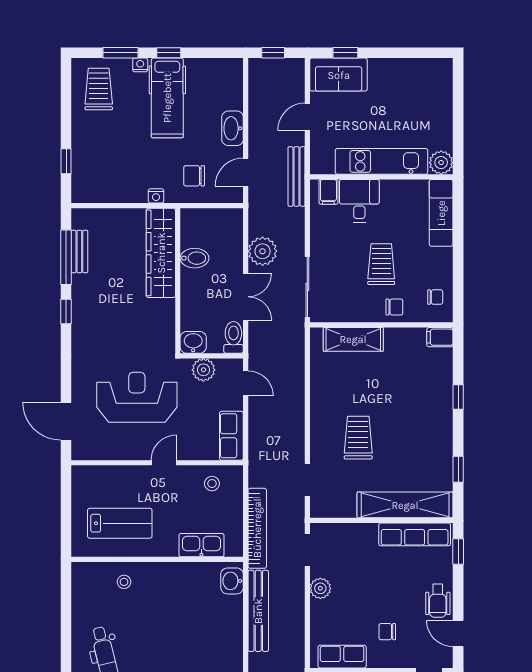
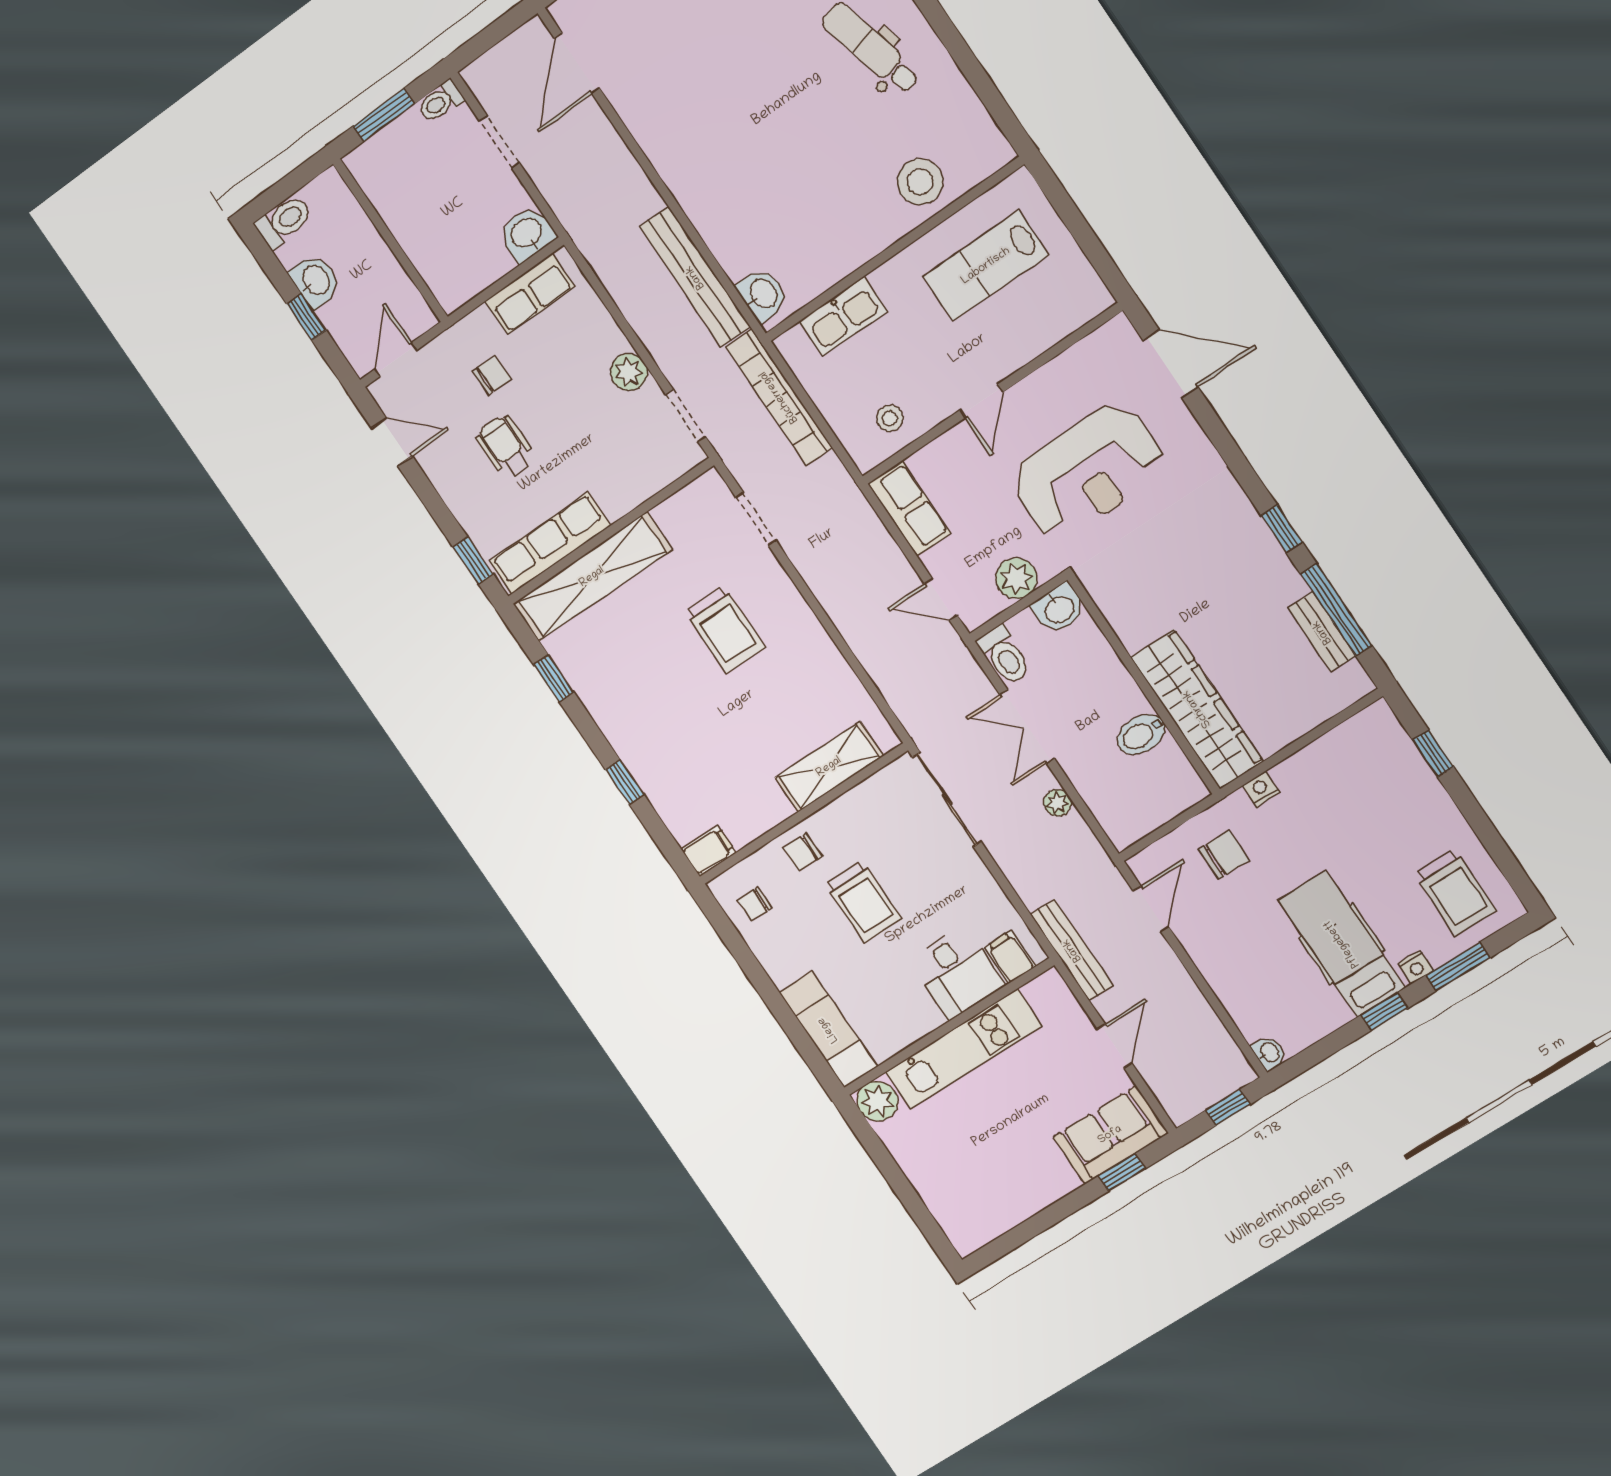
washbasin: (233, 128) -> (1269, 1053), moved, width x0.52, depth x0.69
plant: (263, 251) -> (1057, 803), width x0.53, depth x0.53
stool: (124, 582) -> (920, 182), width x1.89, depth x1.89
wheelchair: (438, 601) -> (506, 447), moved

